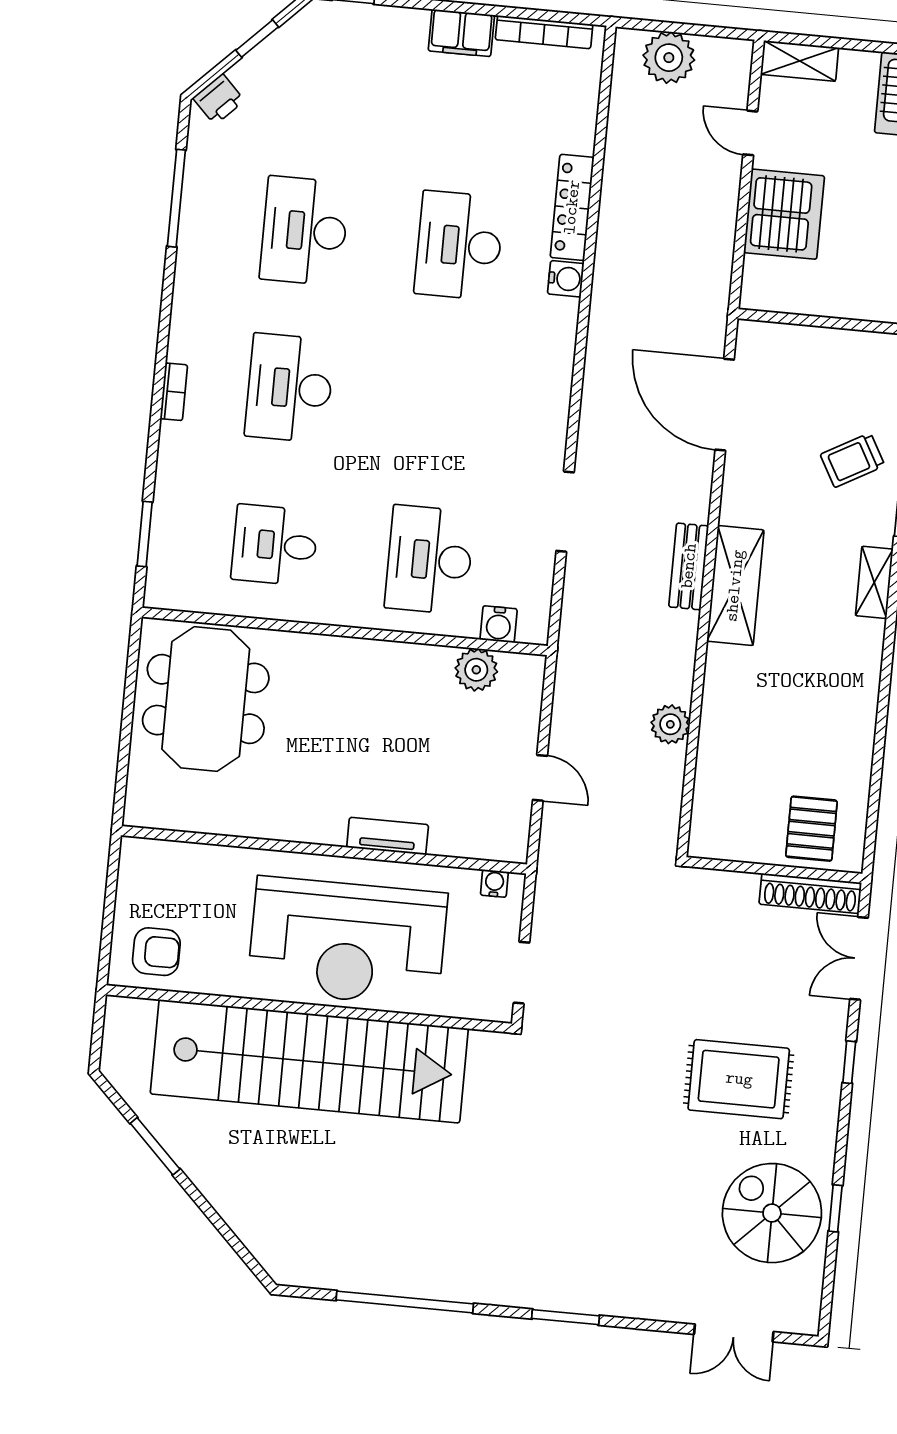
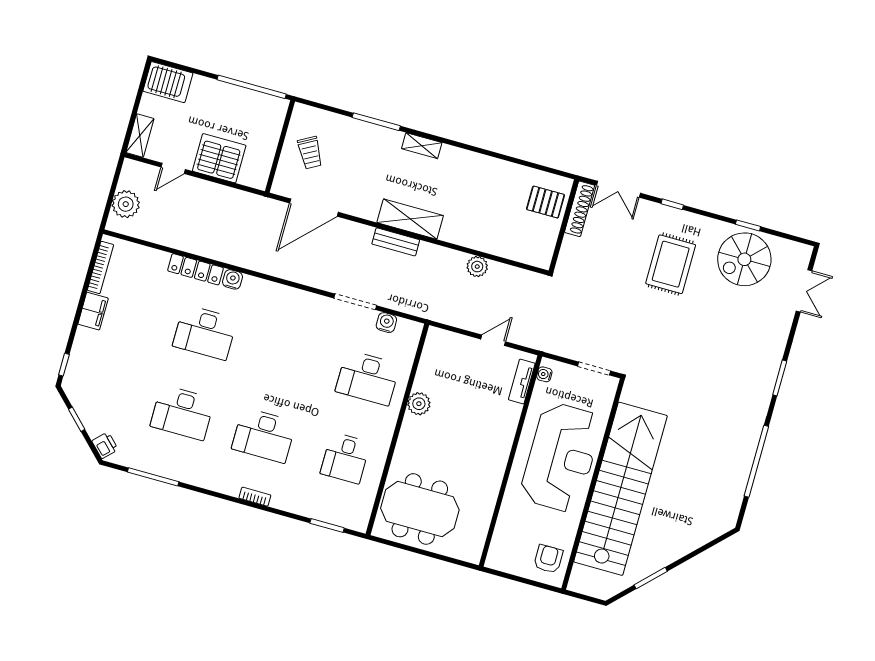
trolley: (853, 460) -> (310, 153), moved
water cooler: (499, 624) -> (386, 323), moved, turned -90
plant: (476, 670) -> (419, 404), moved
tv unit: (388, 836) -> (522, 381), moved

